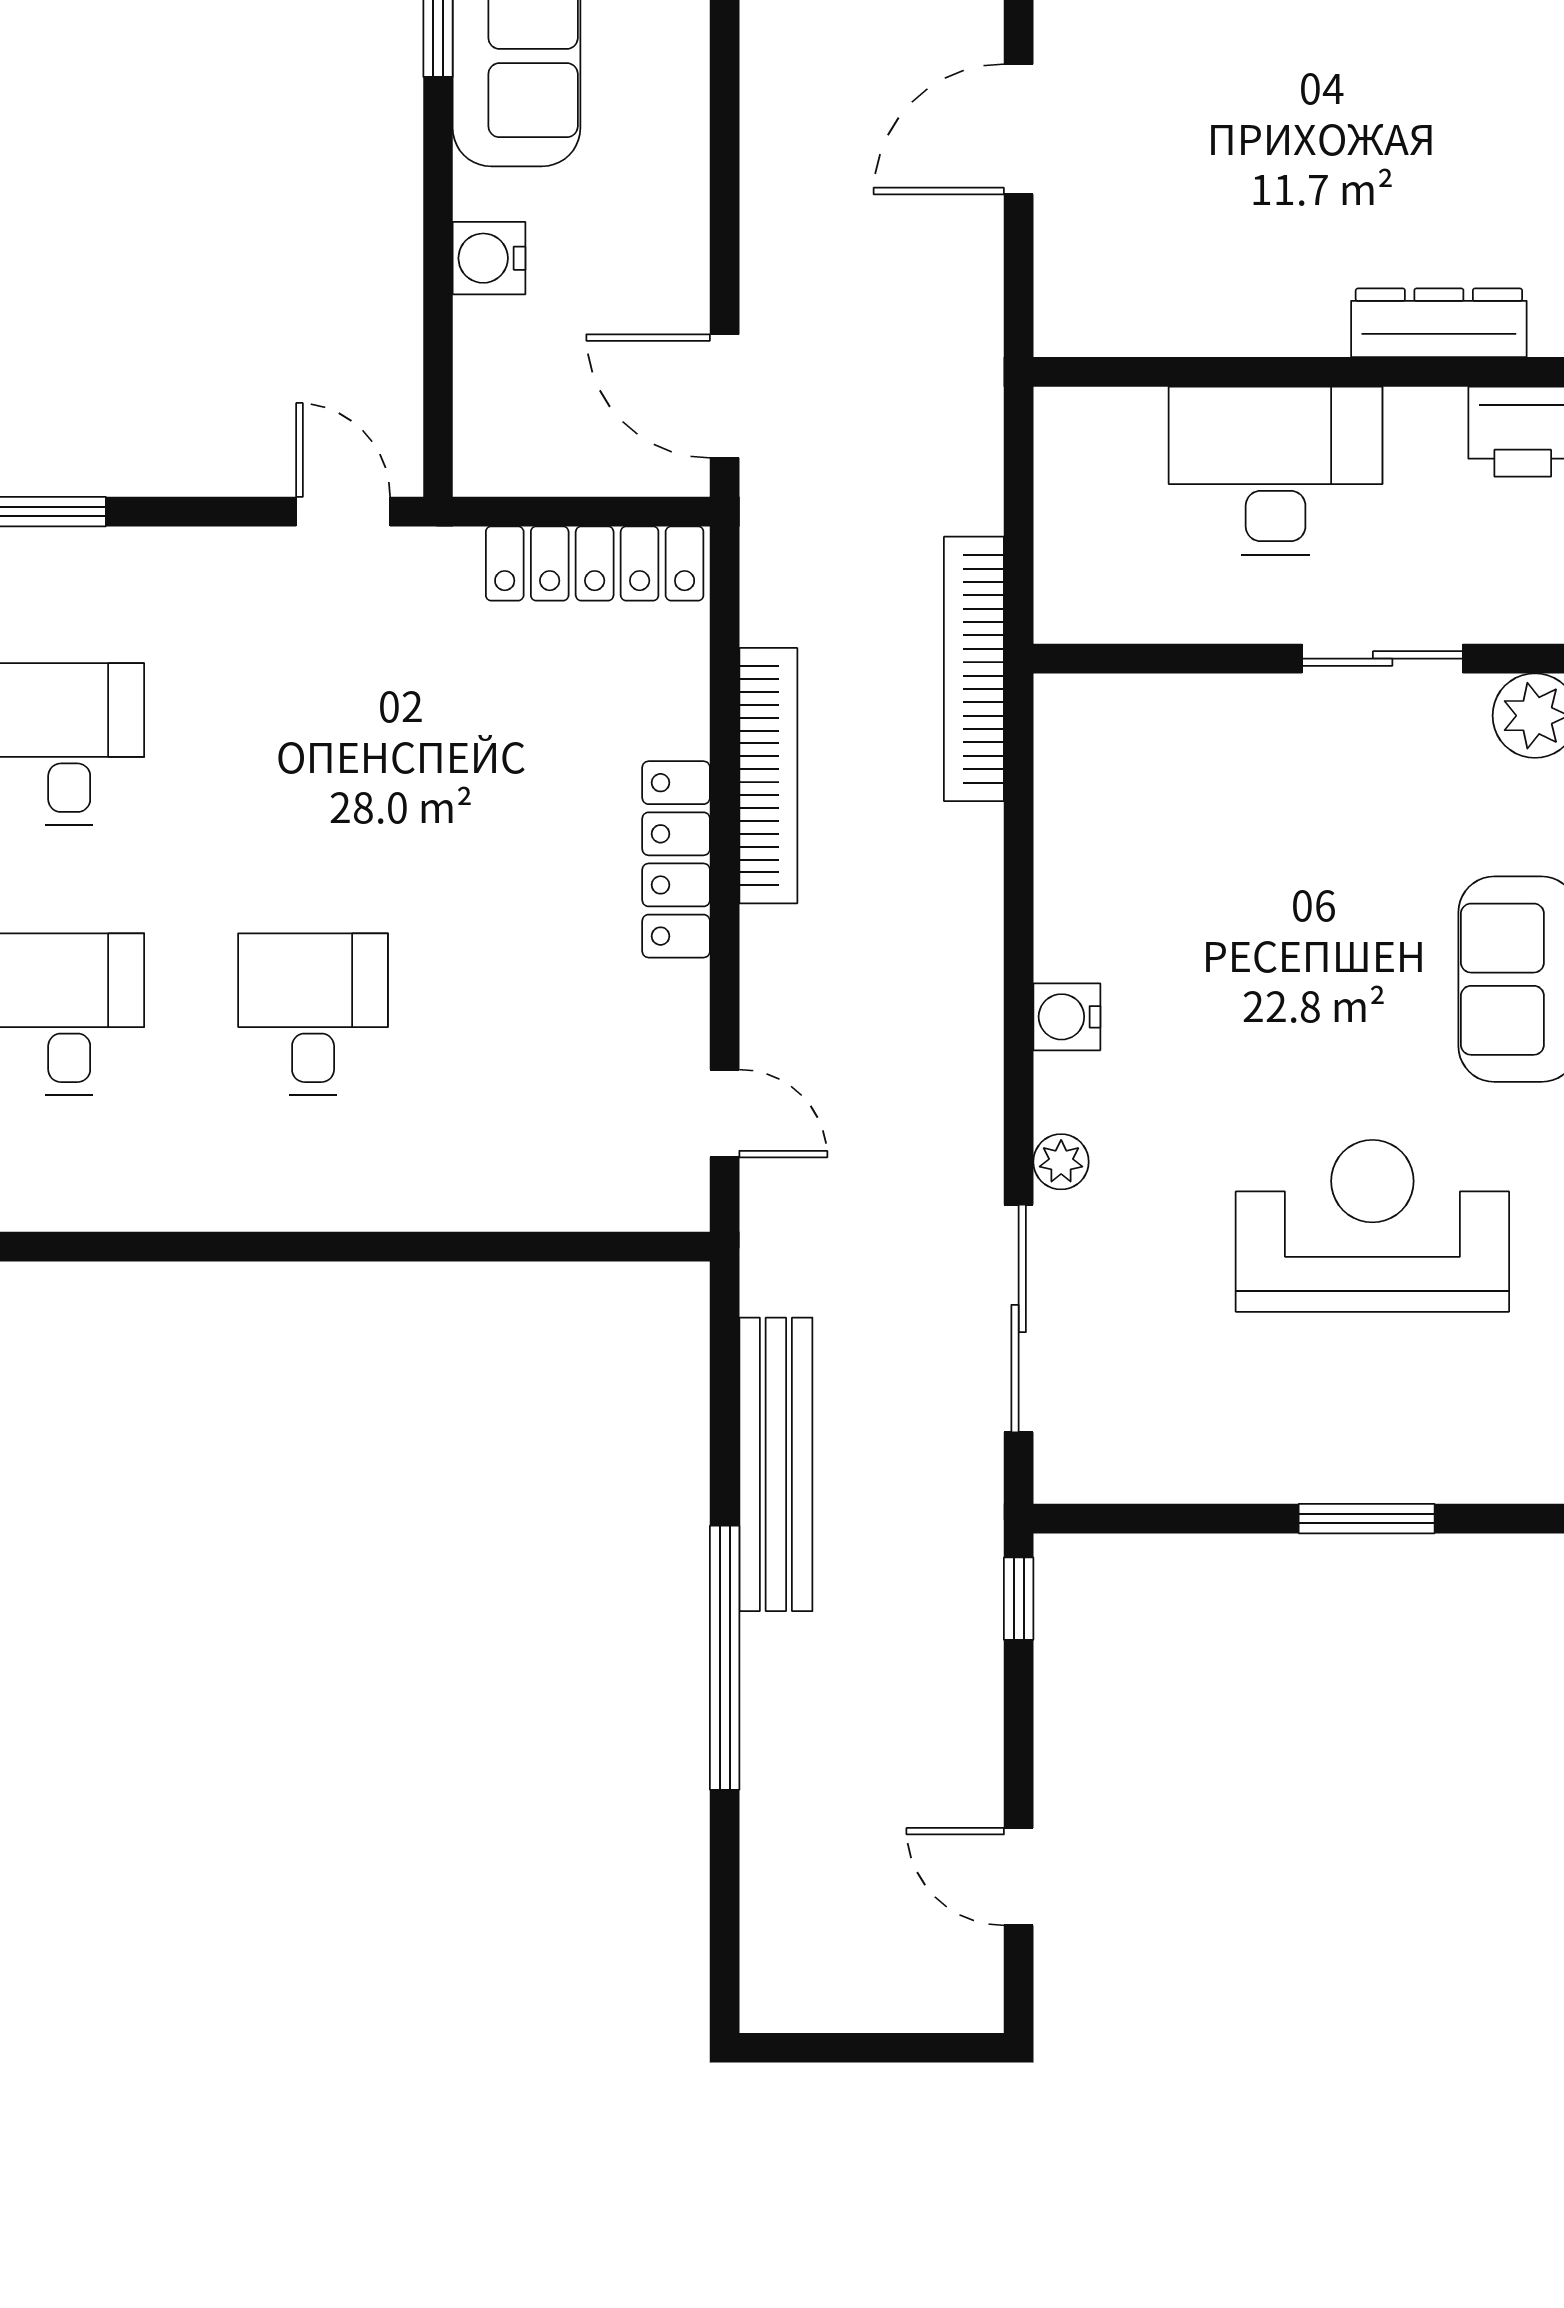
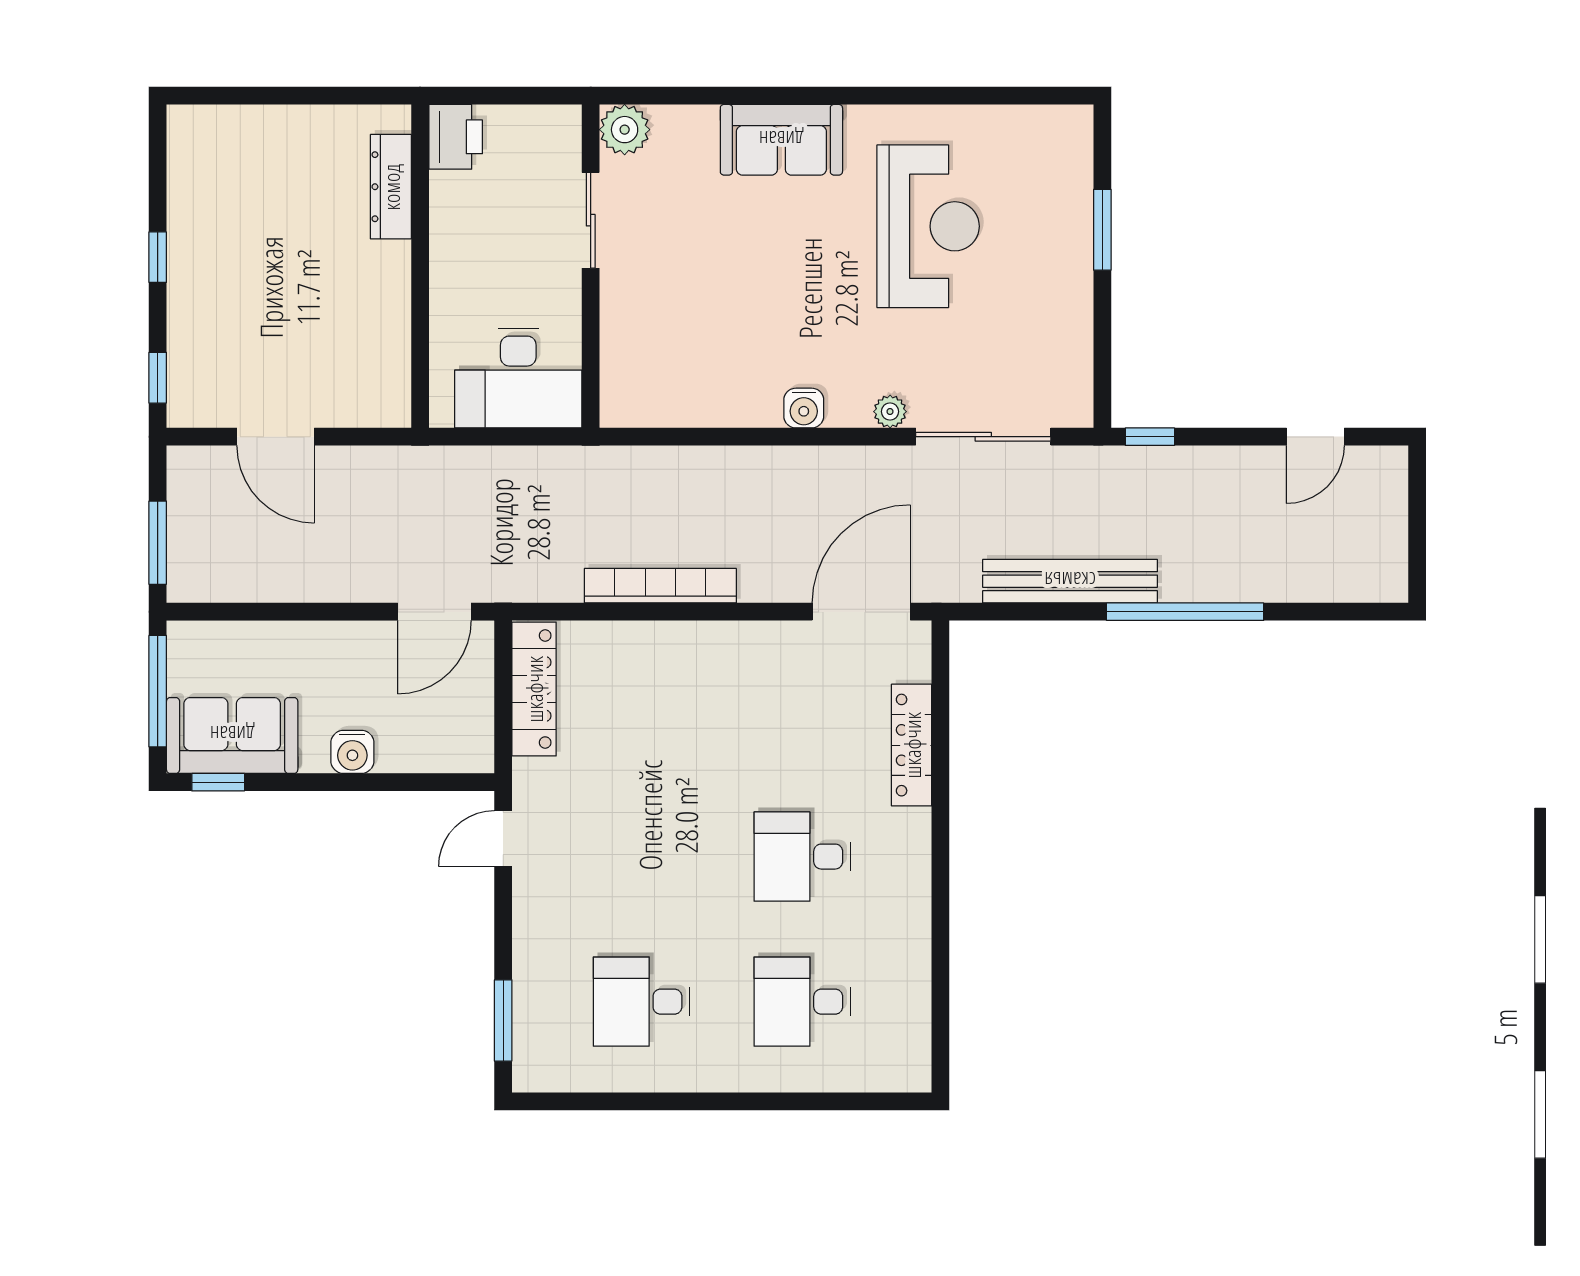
desk: (1276, 471) -> (518, 378), moved, turned -90
bookcase: (974, 669) -> (597, 463), removed
locker: (676, 859) -> (912, 745), moved, turned 90
door: (725, 1113) -> (861, 612), width x1.87
reception desk: (1372, 1226) -> (928, 226), turned 180

